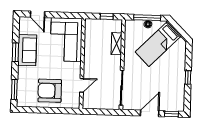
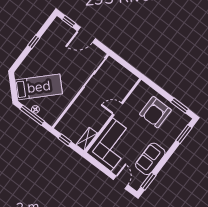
shelving: (117, 44) -> (87, 139), moved
window: (15, 52) -> (148, 181), moved
door: (82, 85) -> (118, 109), moved
armchair: (50, 91) -> (155, 112), turned 90
window: (34, 110) -> (180, 106), added

